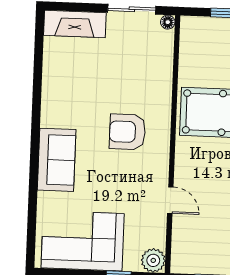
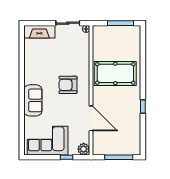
door: (170, 200) -> (91, 118), width x1.88

